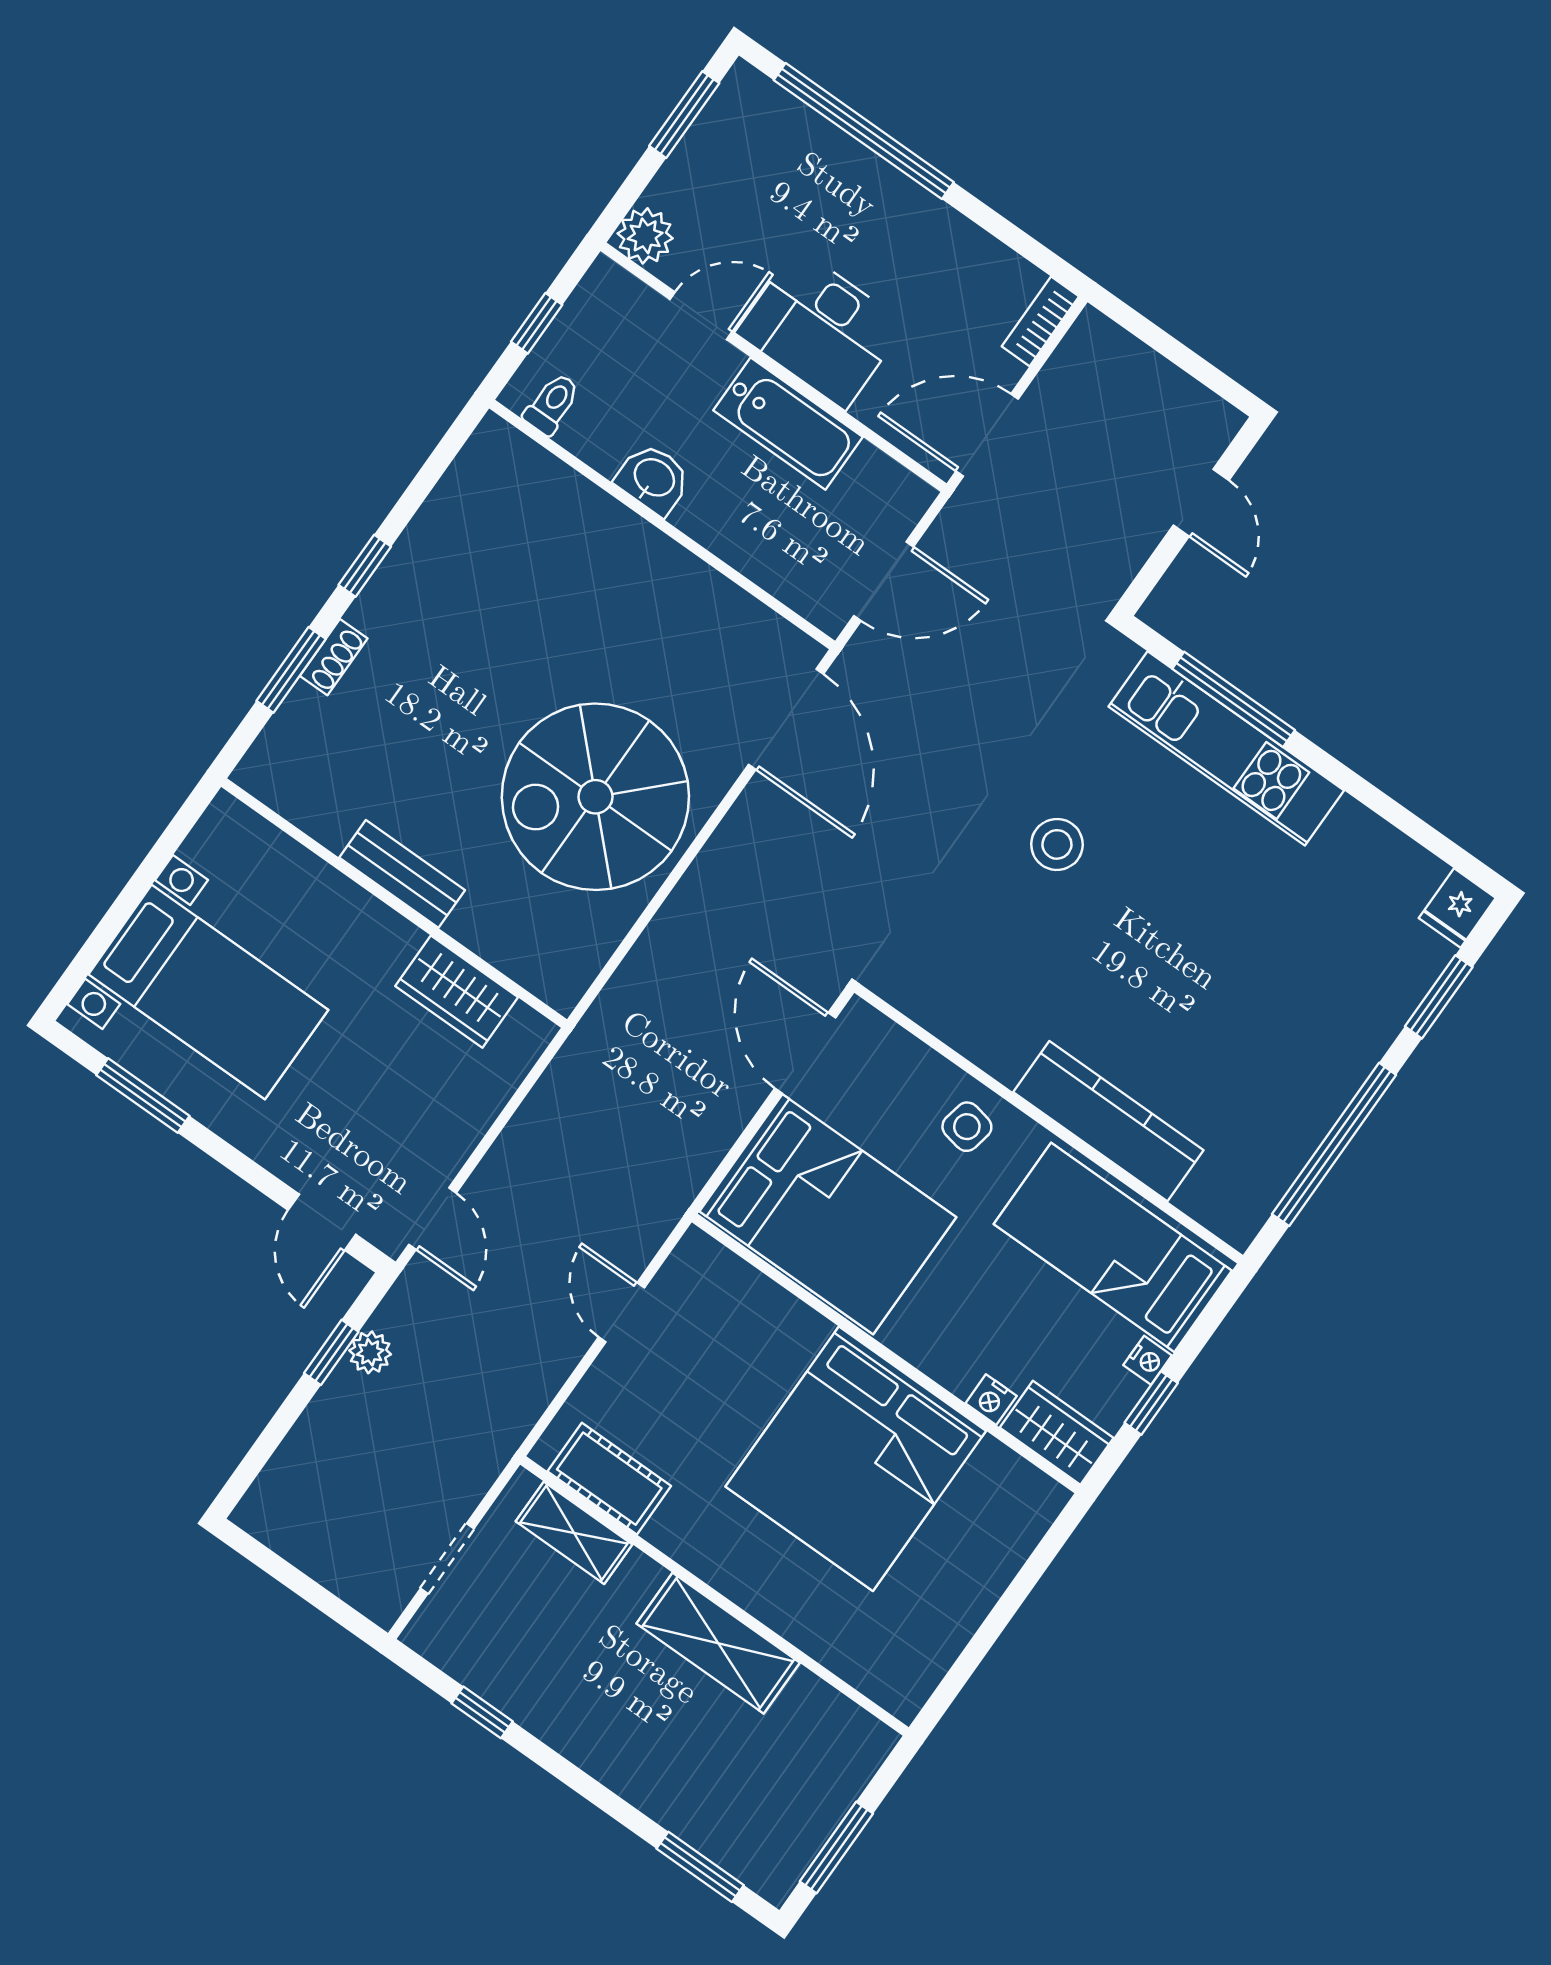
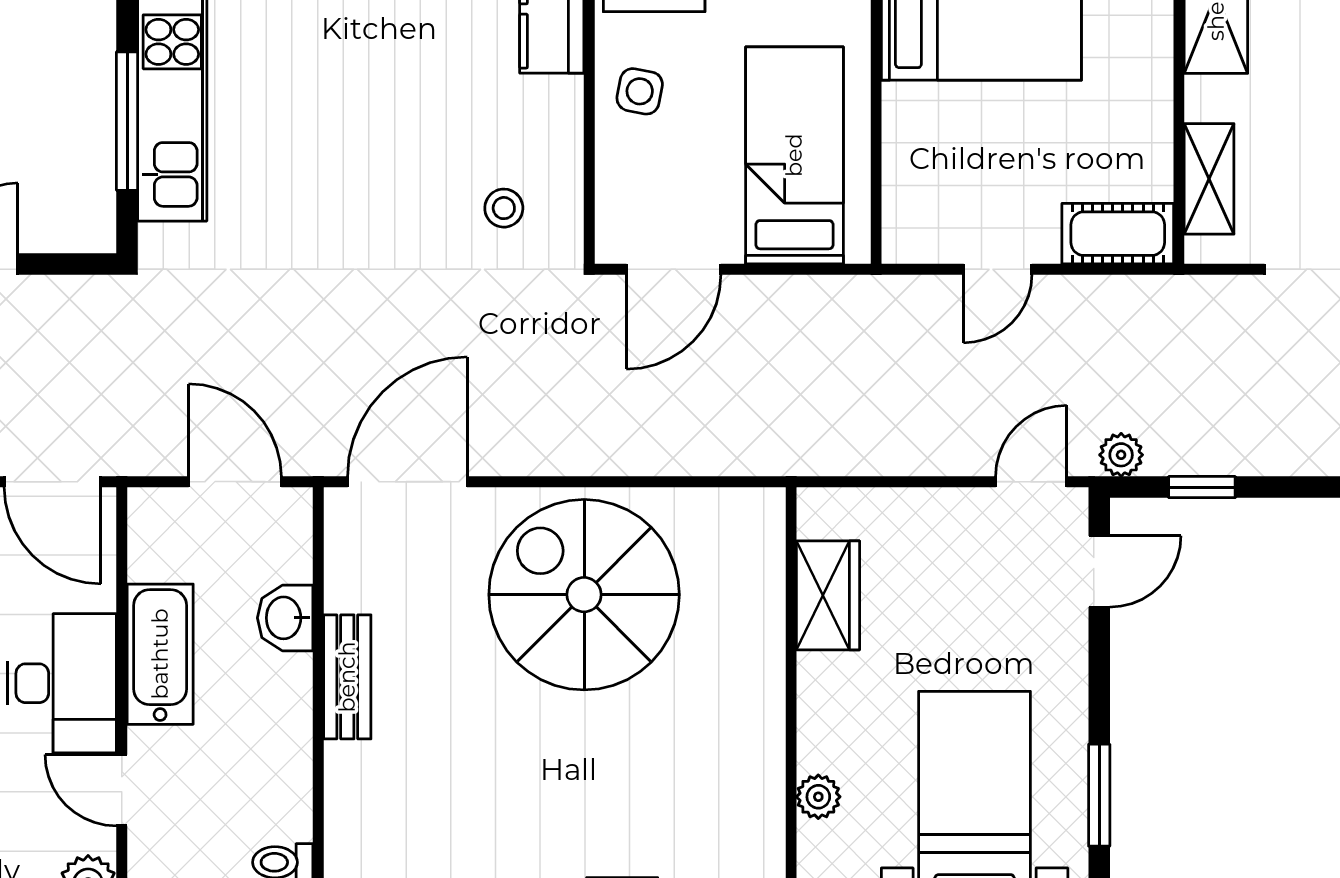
washbasin: (653, 479) -> (285, 618), moved
spiral stairs: (595, 797) -> (584, 595), turned 180
stool: (1057, 844) -> (504, 208), moved, width x0.73, depth x0.73
plant: (301, 870) -> (818, 797), added
bench: (402, 874) -> (347, 677), moved
bed: (828, 1214) -> (794, 155), width x0.67
plant: (370, 1352) -> (1121, 455), moved
cot: (609, 1479) -> (1118, 234), moved, turned 90

